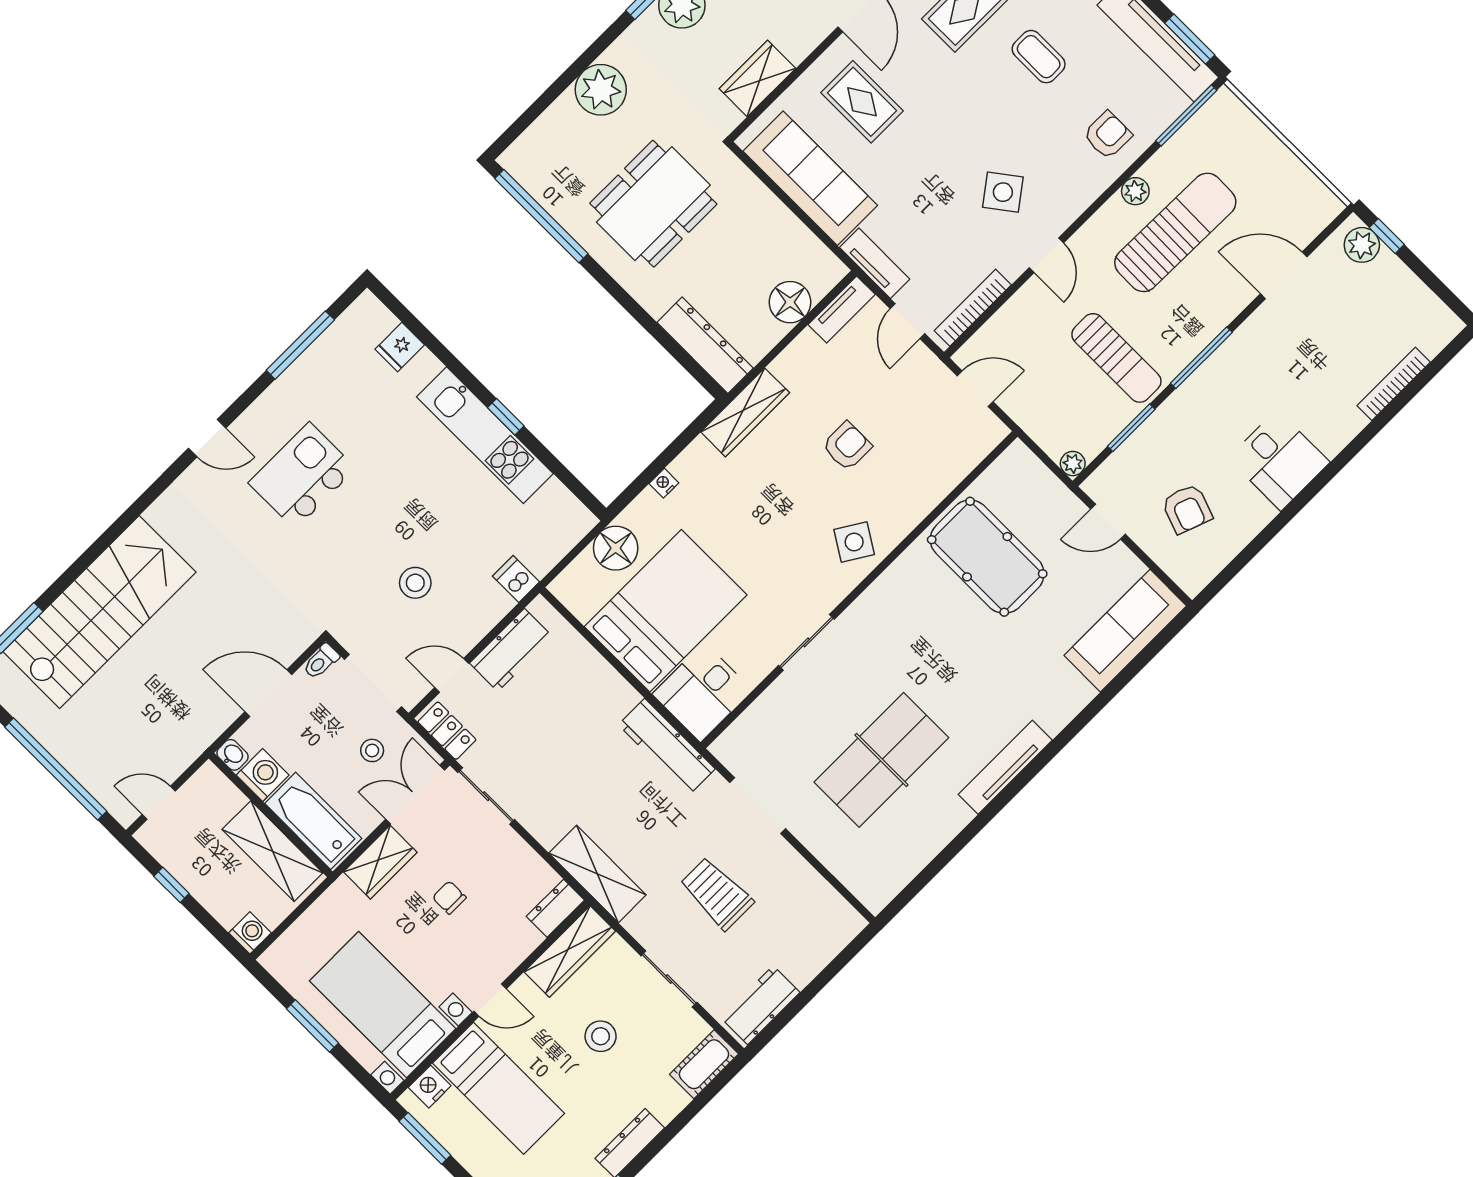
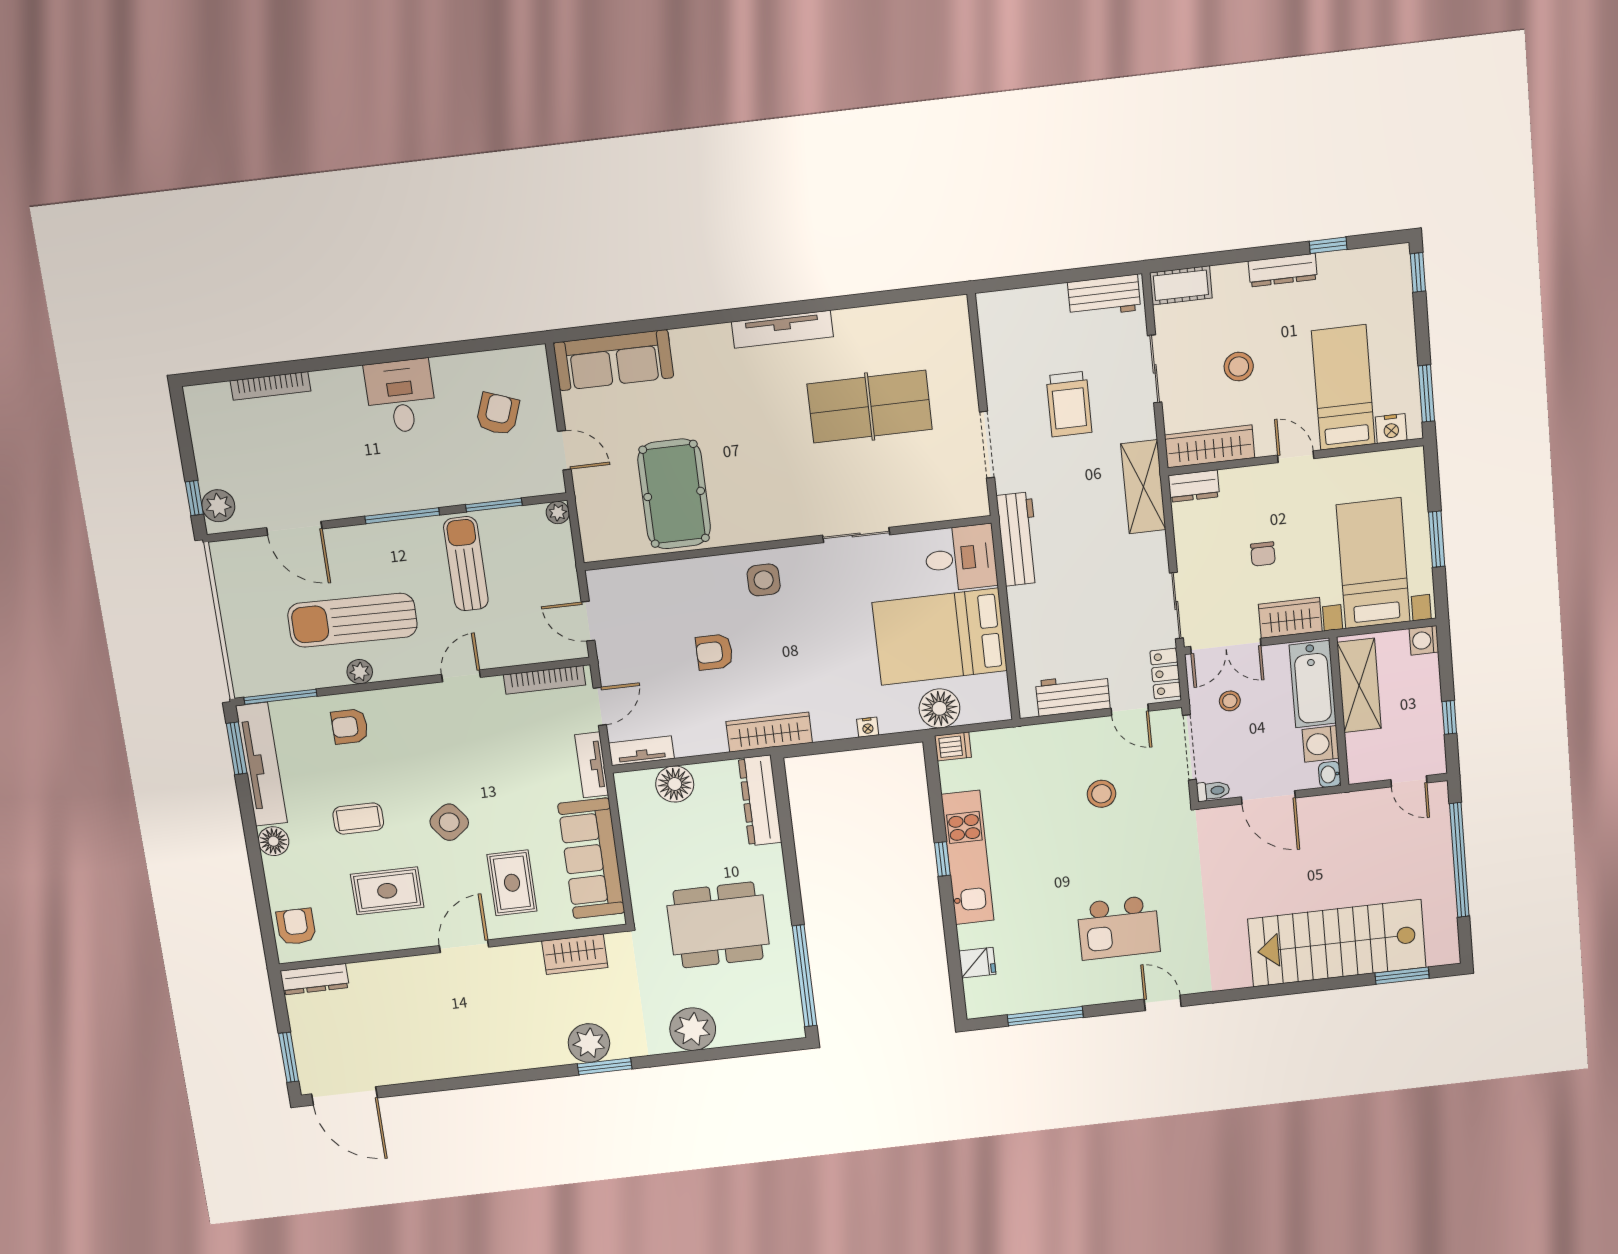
coffee table: (1039, 57) -> (358, 819), turned 90
side table: (1003, 192) -> (449, 822), moved
side table: (854, 542) -> (764, 580), turned -32
dishwasher: (516, 579) -> (953, 746), moved, turned -90
bed with nightstands: (383, 1005) -> (1373, 563), moved, turned 180

